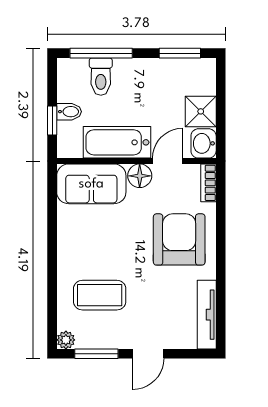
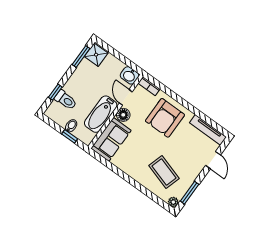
window: (101, 53) -> (55, 92), width x0.46
shower: (201, 111) -> (96, 55), moved
armchair: (179, 239) -> (165, 118), turned -90
coffee table: (100, 295) -> (164, 172), turned -73
door: (148, 354) -> (213, 160), moved

